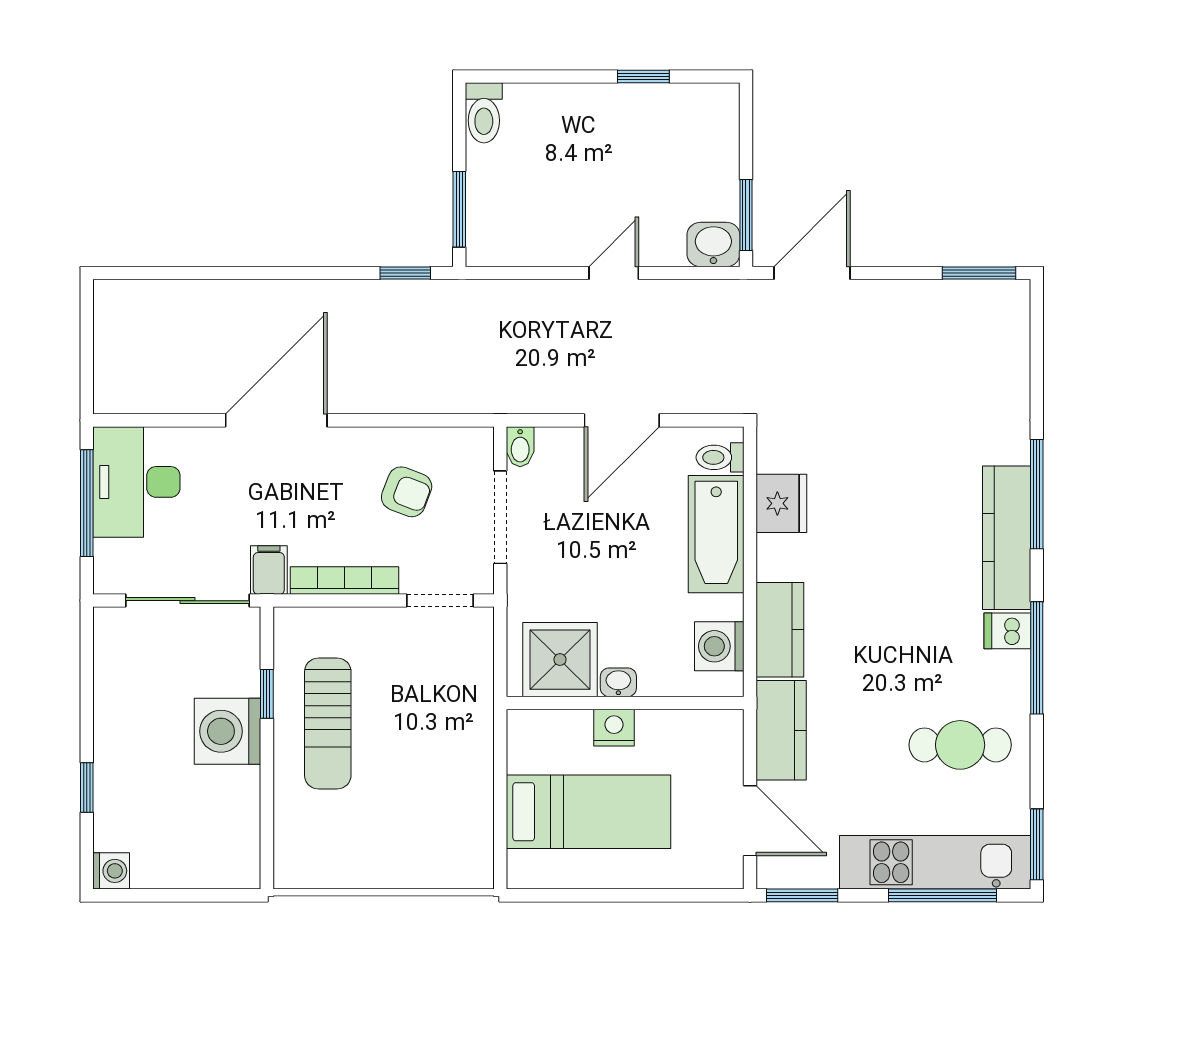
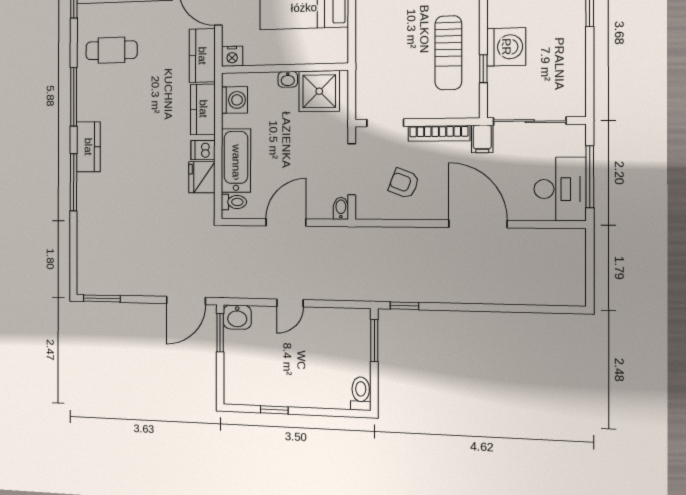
door: (276, 420) -> (478, 224), swing flipped
kitchen counter: (1007, 538) -> (88, 147), width x0.67
dishwasher: (1007, 631) -> (203, 150), moved, turned 180
sun lounger: (328, 724) -> (448, 53), turned 180
nightstand: (614, 728) -> (232, 56), moved

